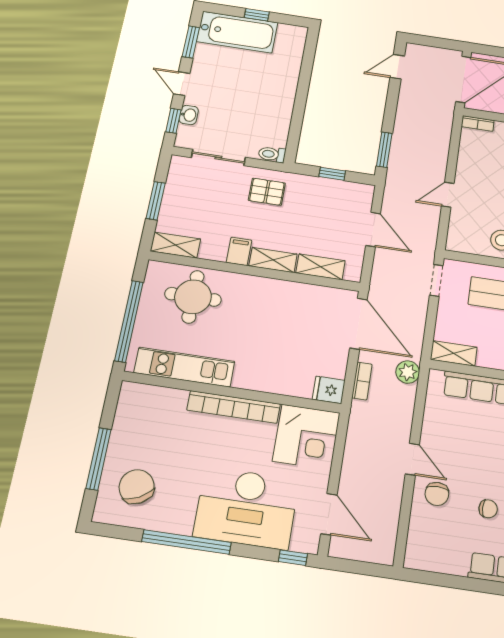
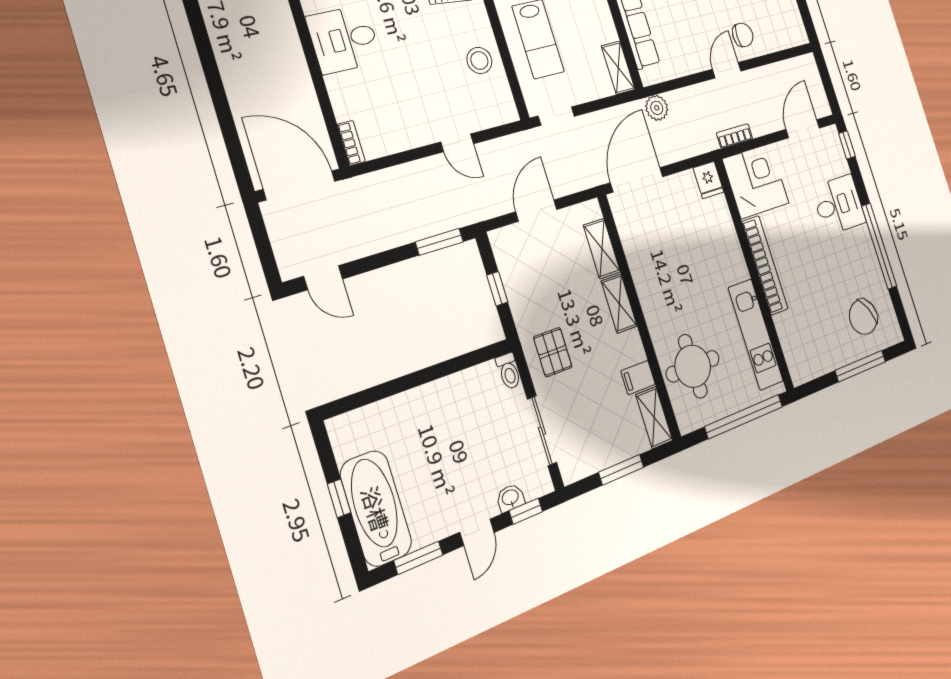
filing cabinet: (239, 251) -> (638, 378), moved
bookcase: (362, 381) -> (735, 136), moved
desk: (246, 508) -> (839, 205), width x0.53, depth x0.77

